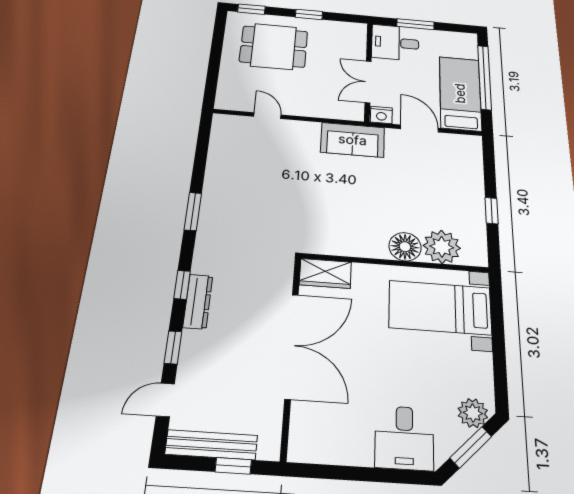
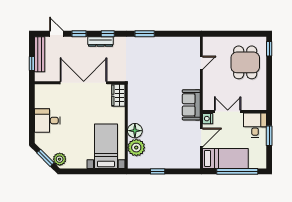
window: (309, 14) -> (269, 79), removed
double door: (292, 346) -> (84, 83), swing flipped
desk: (404, 438) -> (47, 121), moved

